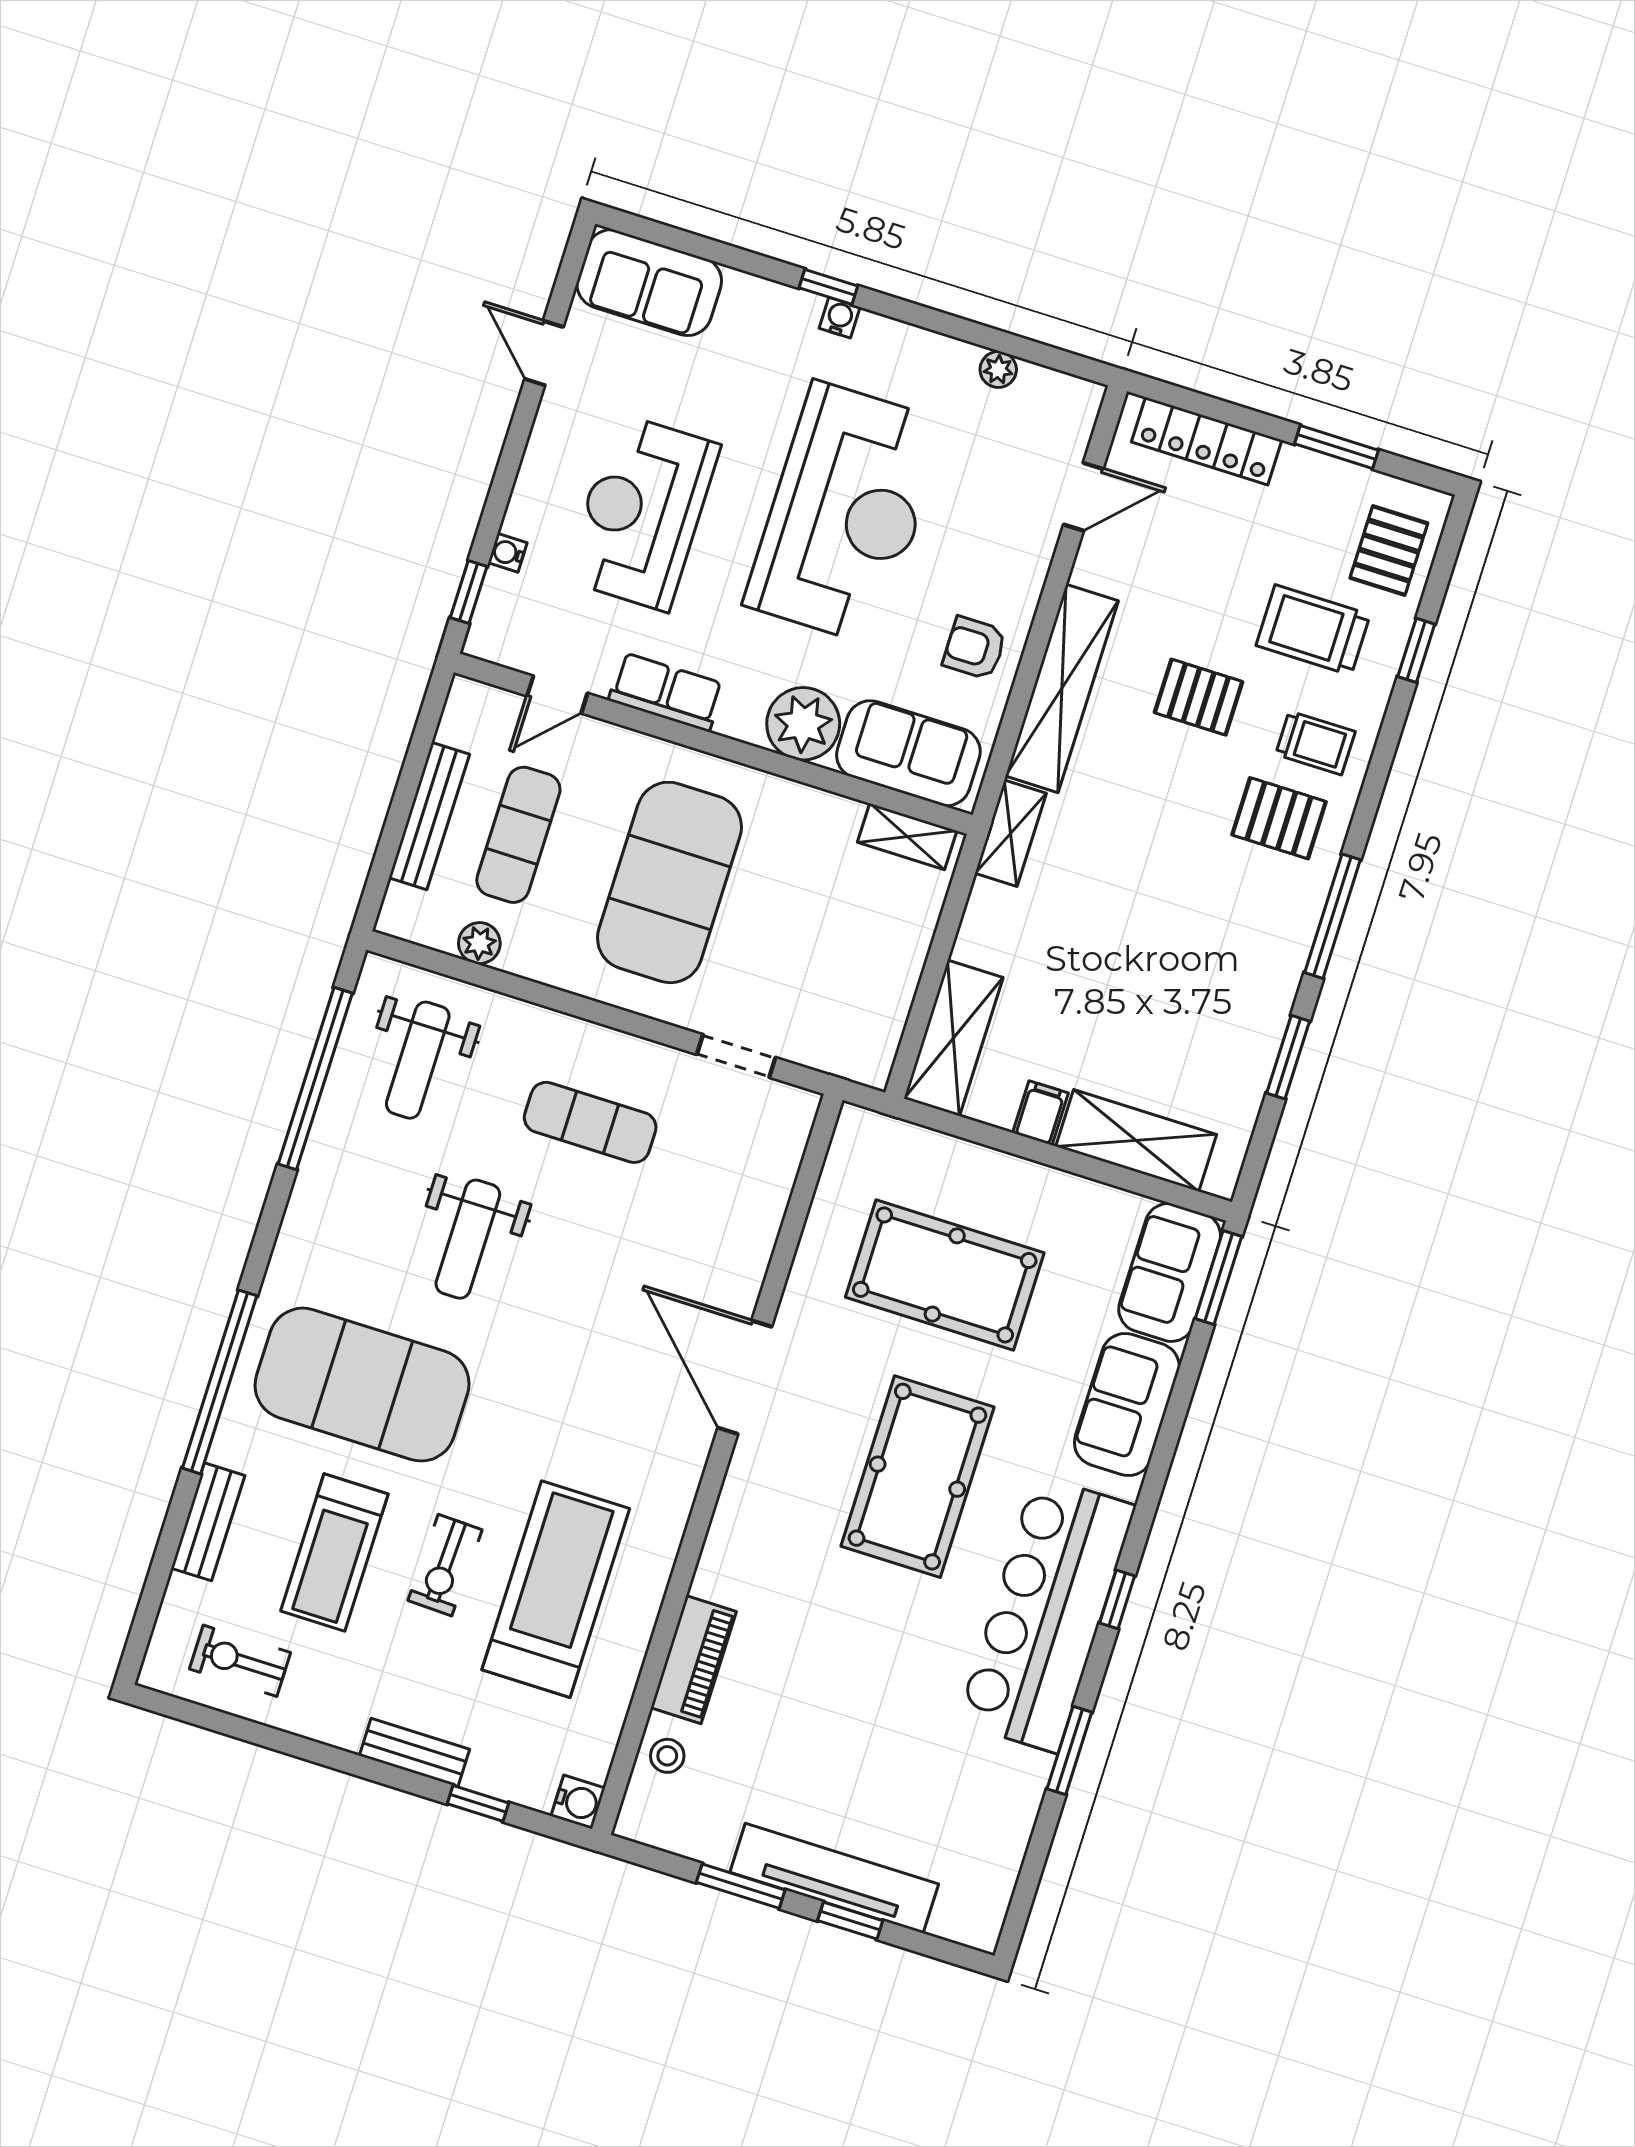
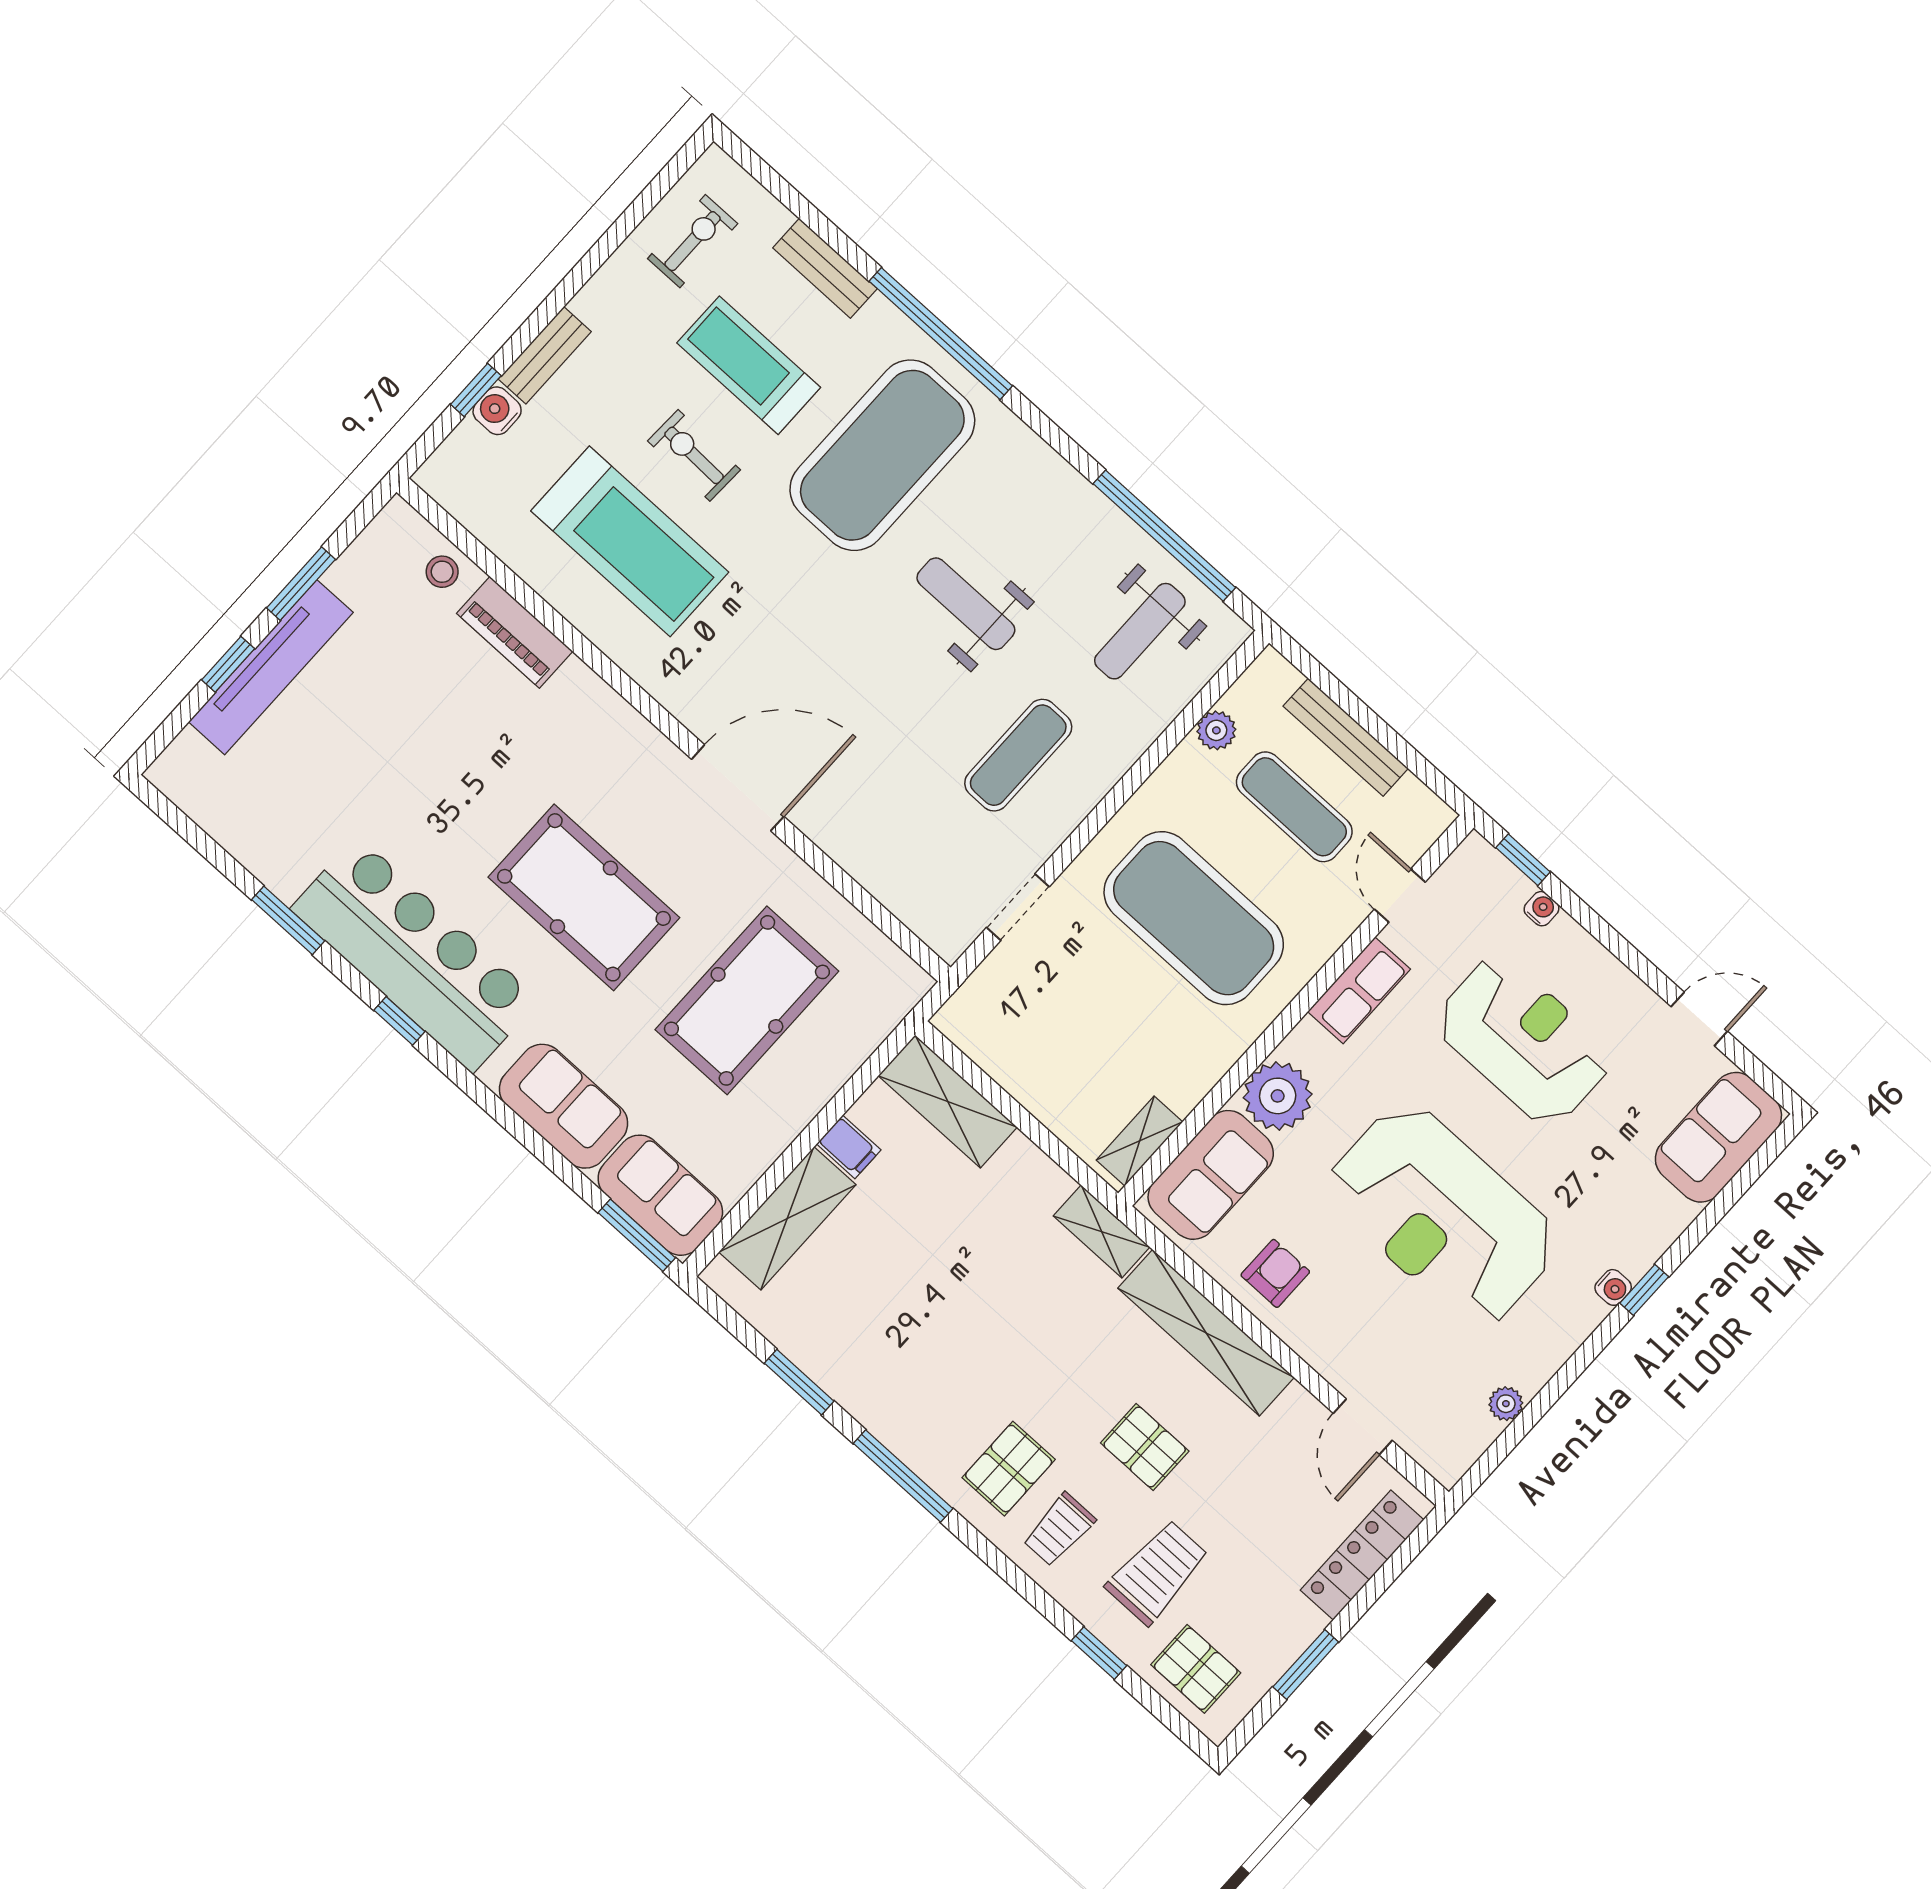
pallet: (1199, 697) -> (1145, 1447), turned 90
weight bench: (418, 1060) -> (1140, 631), turned -90
water cooler: (578, 1802) -> (497, 411), moved, turned 90

